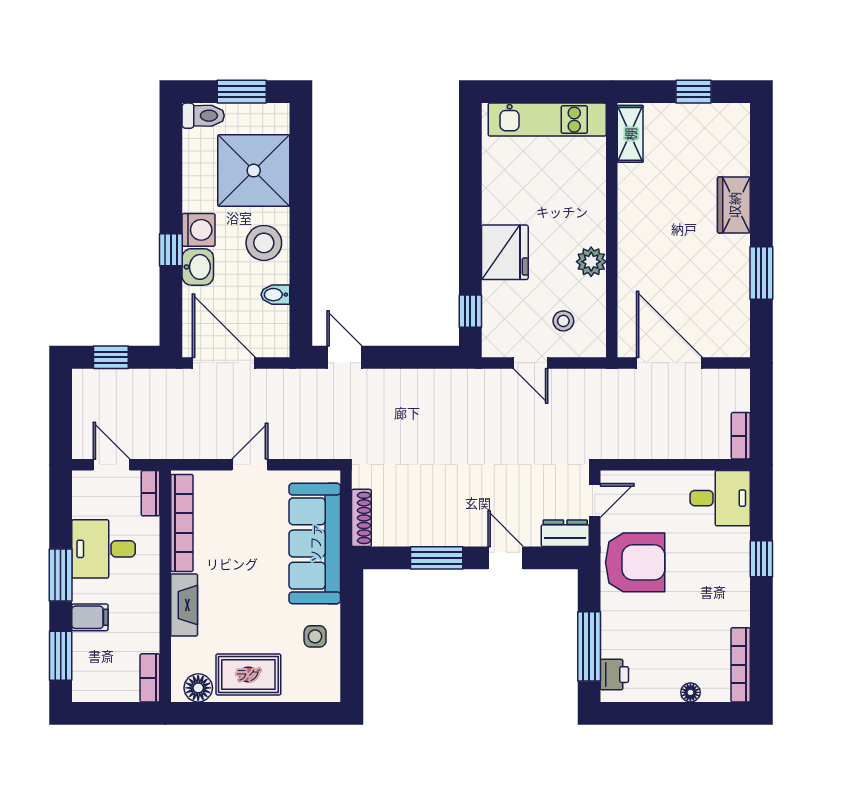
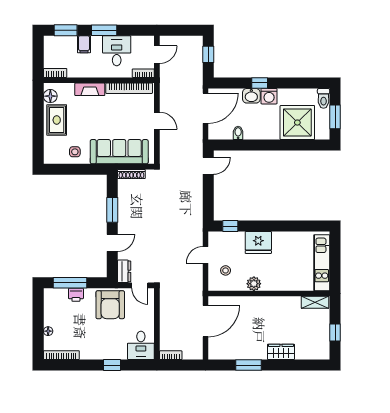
stool: (264, 243) -> (263, 127), removed
printer: (614, 675) -> (76, 295), moved

